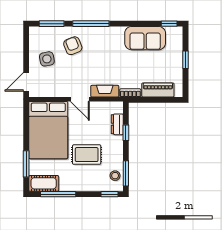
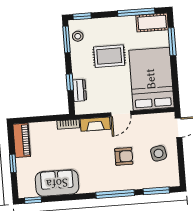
armchair: (73, 46) -> (124, 156), moved, turned -68
piano: (158, 90) -> (22, 140), moved, turned -90
door: (80, 99) -> (121, 114), swing flipped

